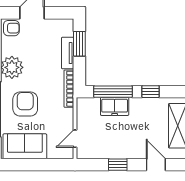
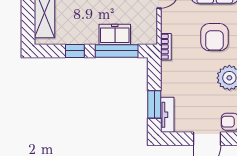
tv unit: (68, 53) -> (167, 115), moved
bookcase: (69, 89) -> (166, 47), width x0.64

